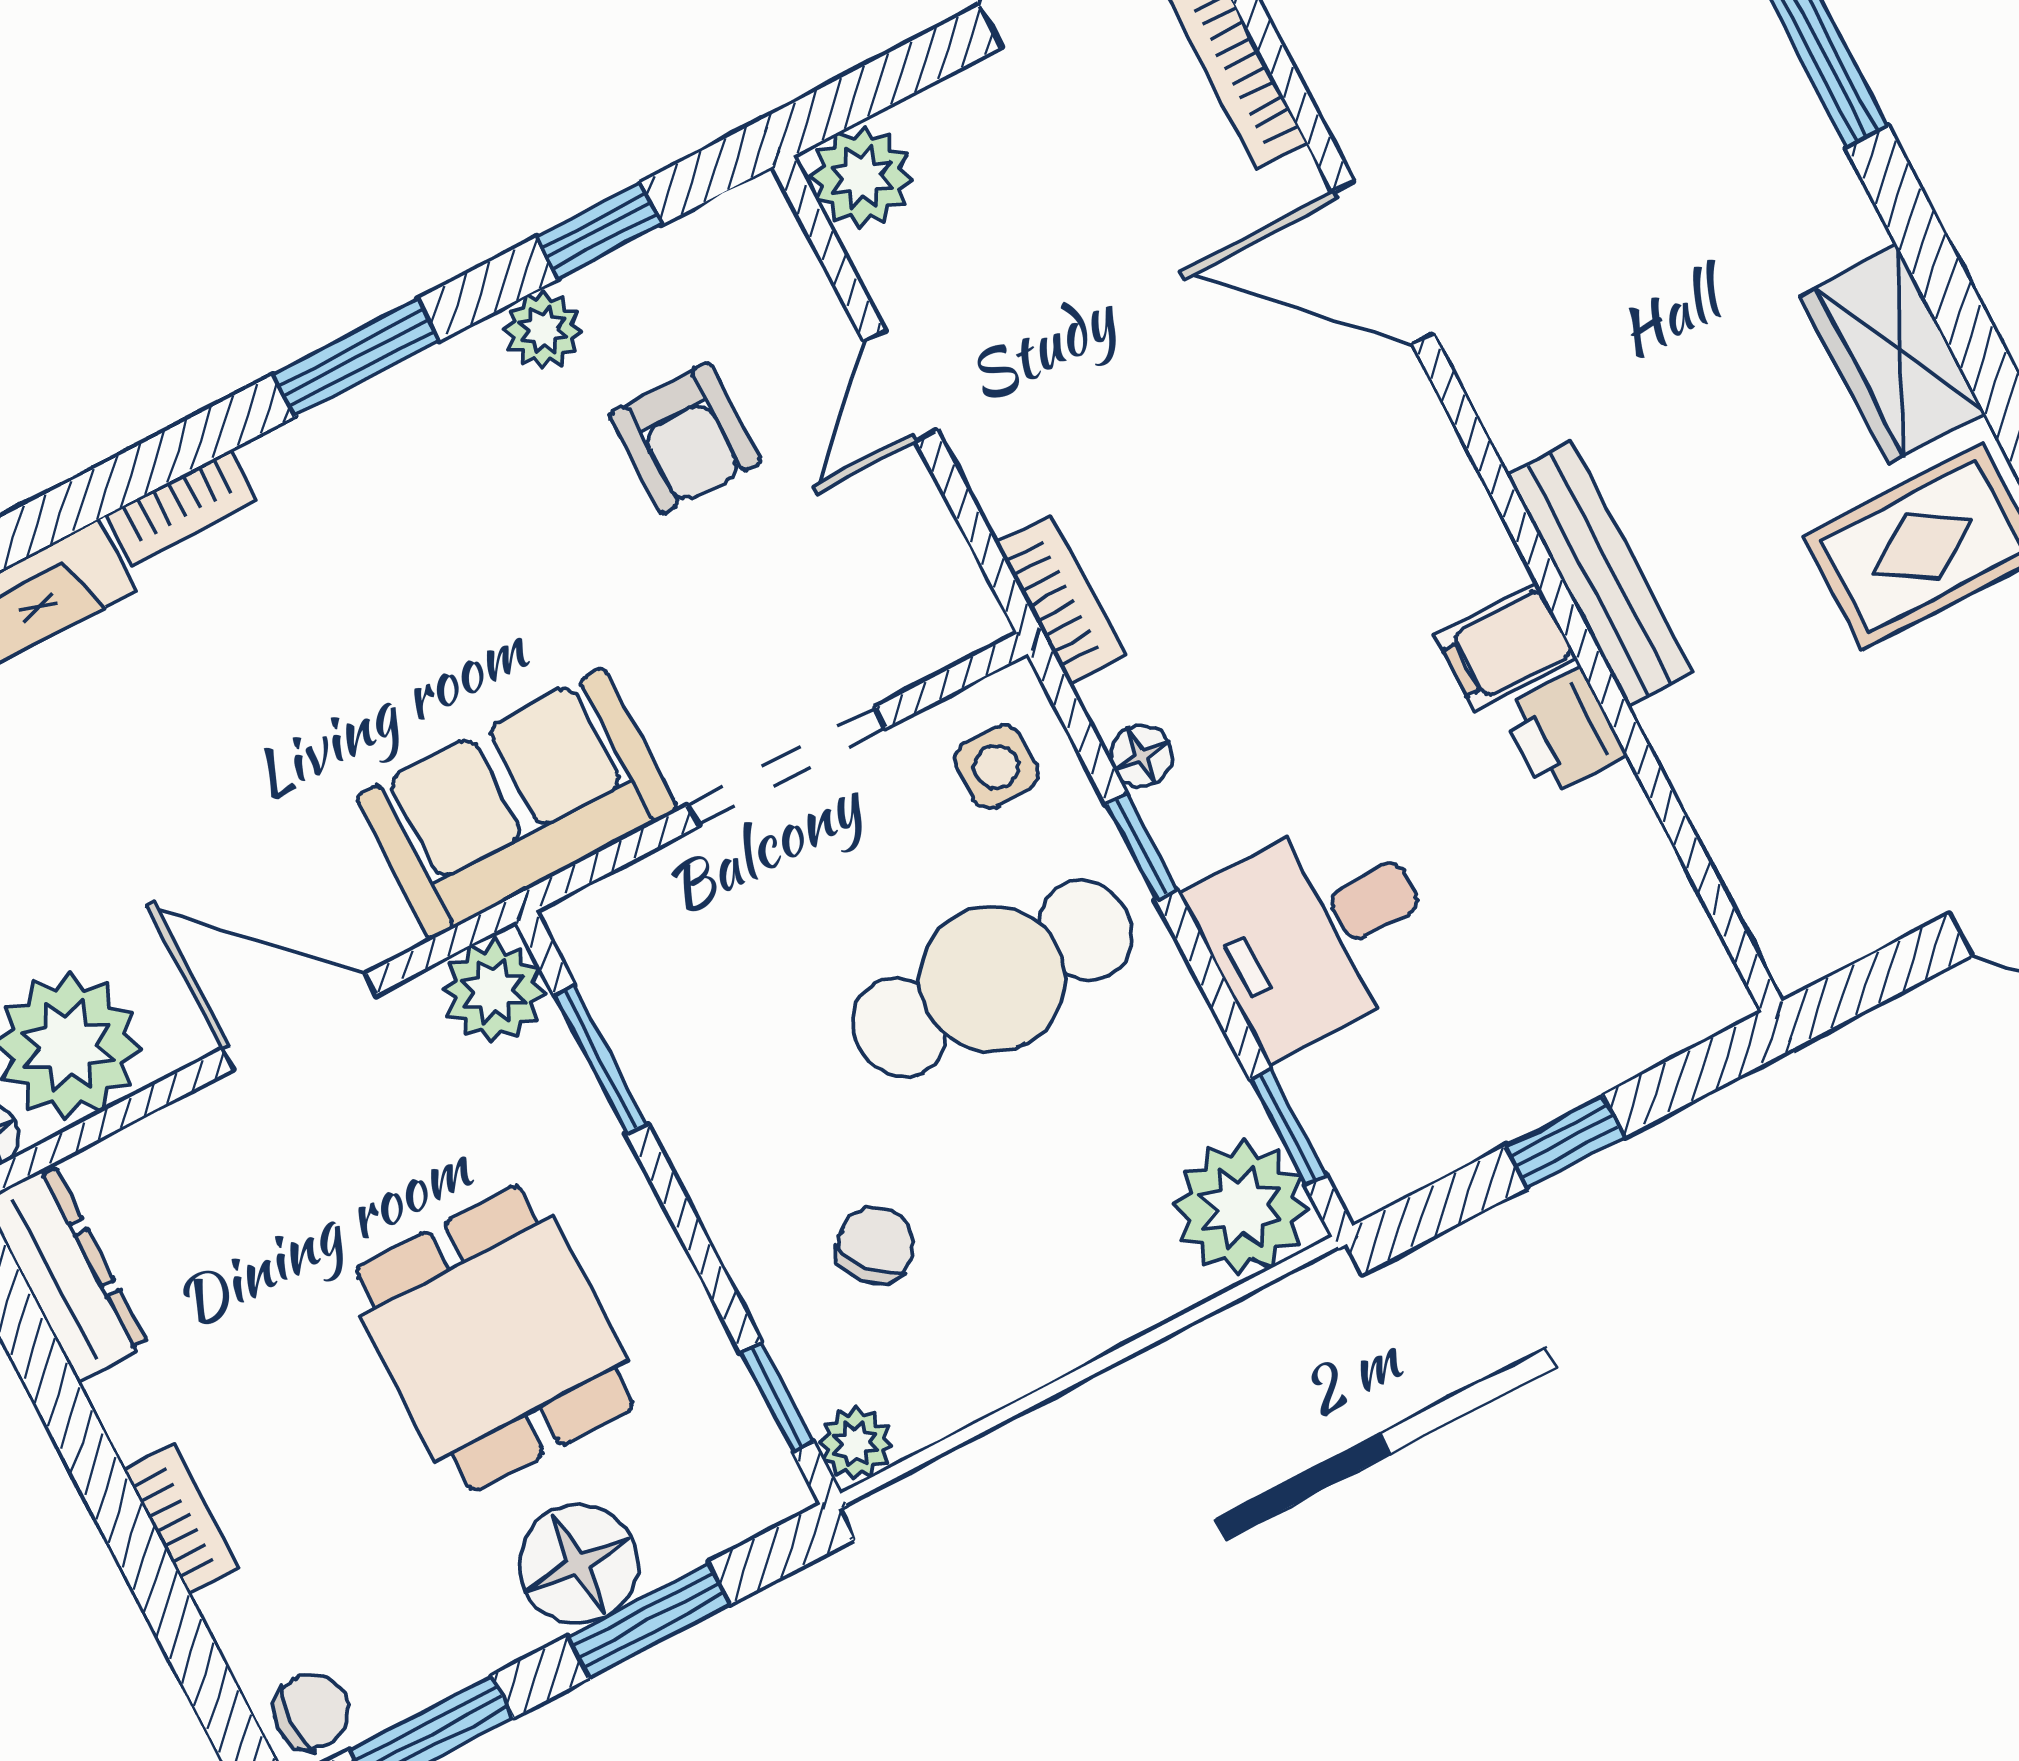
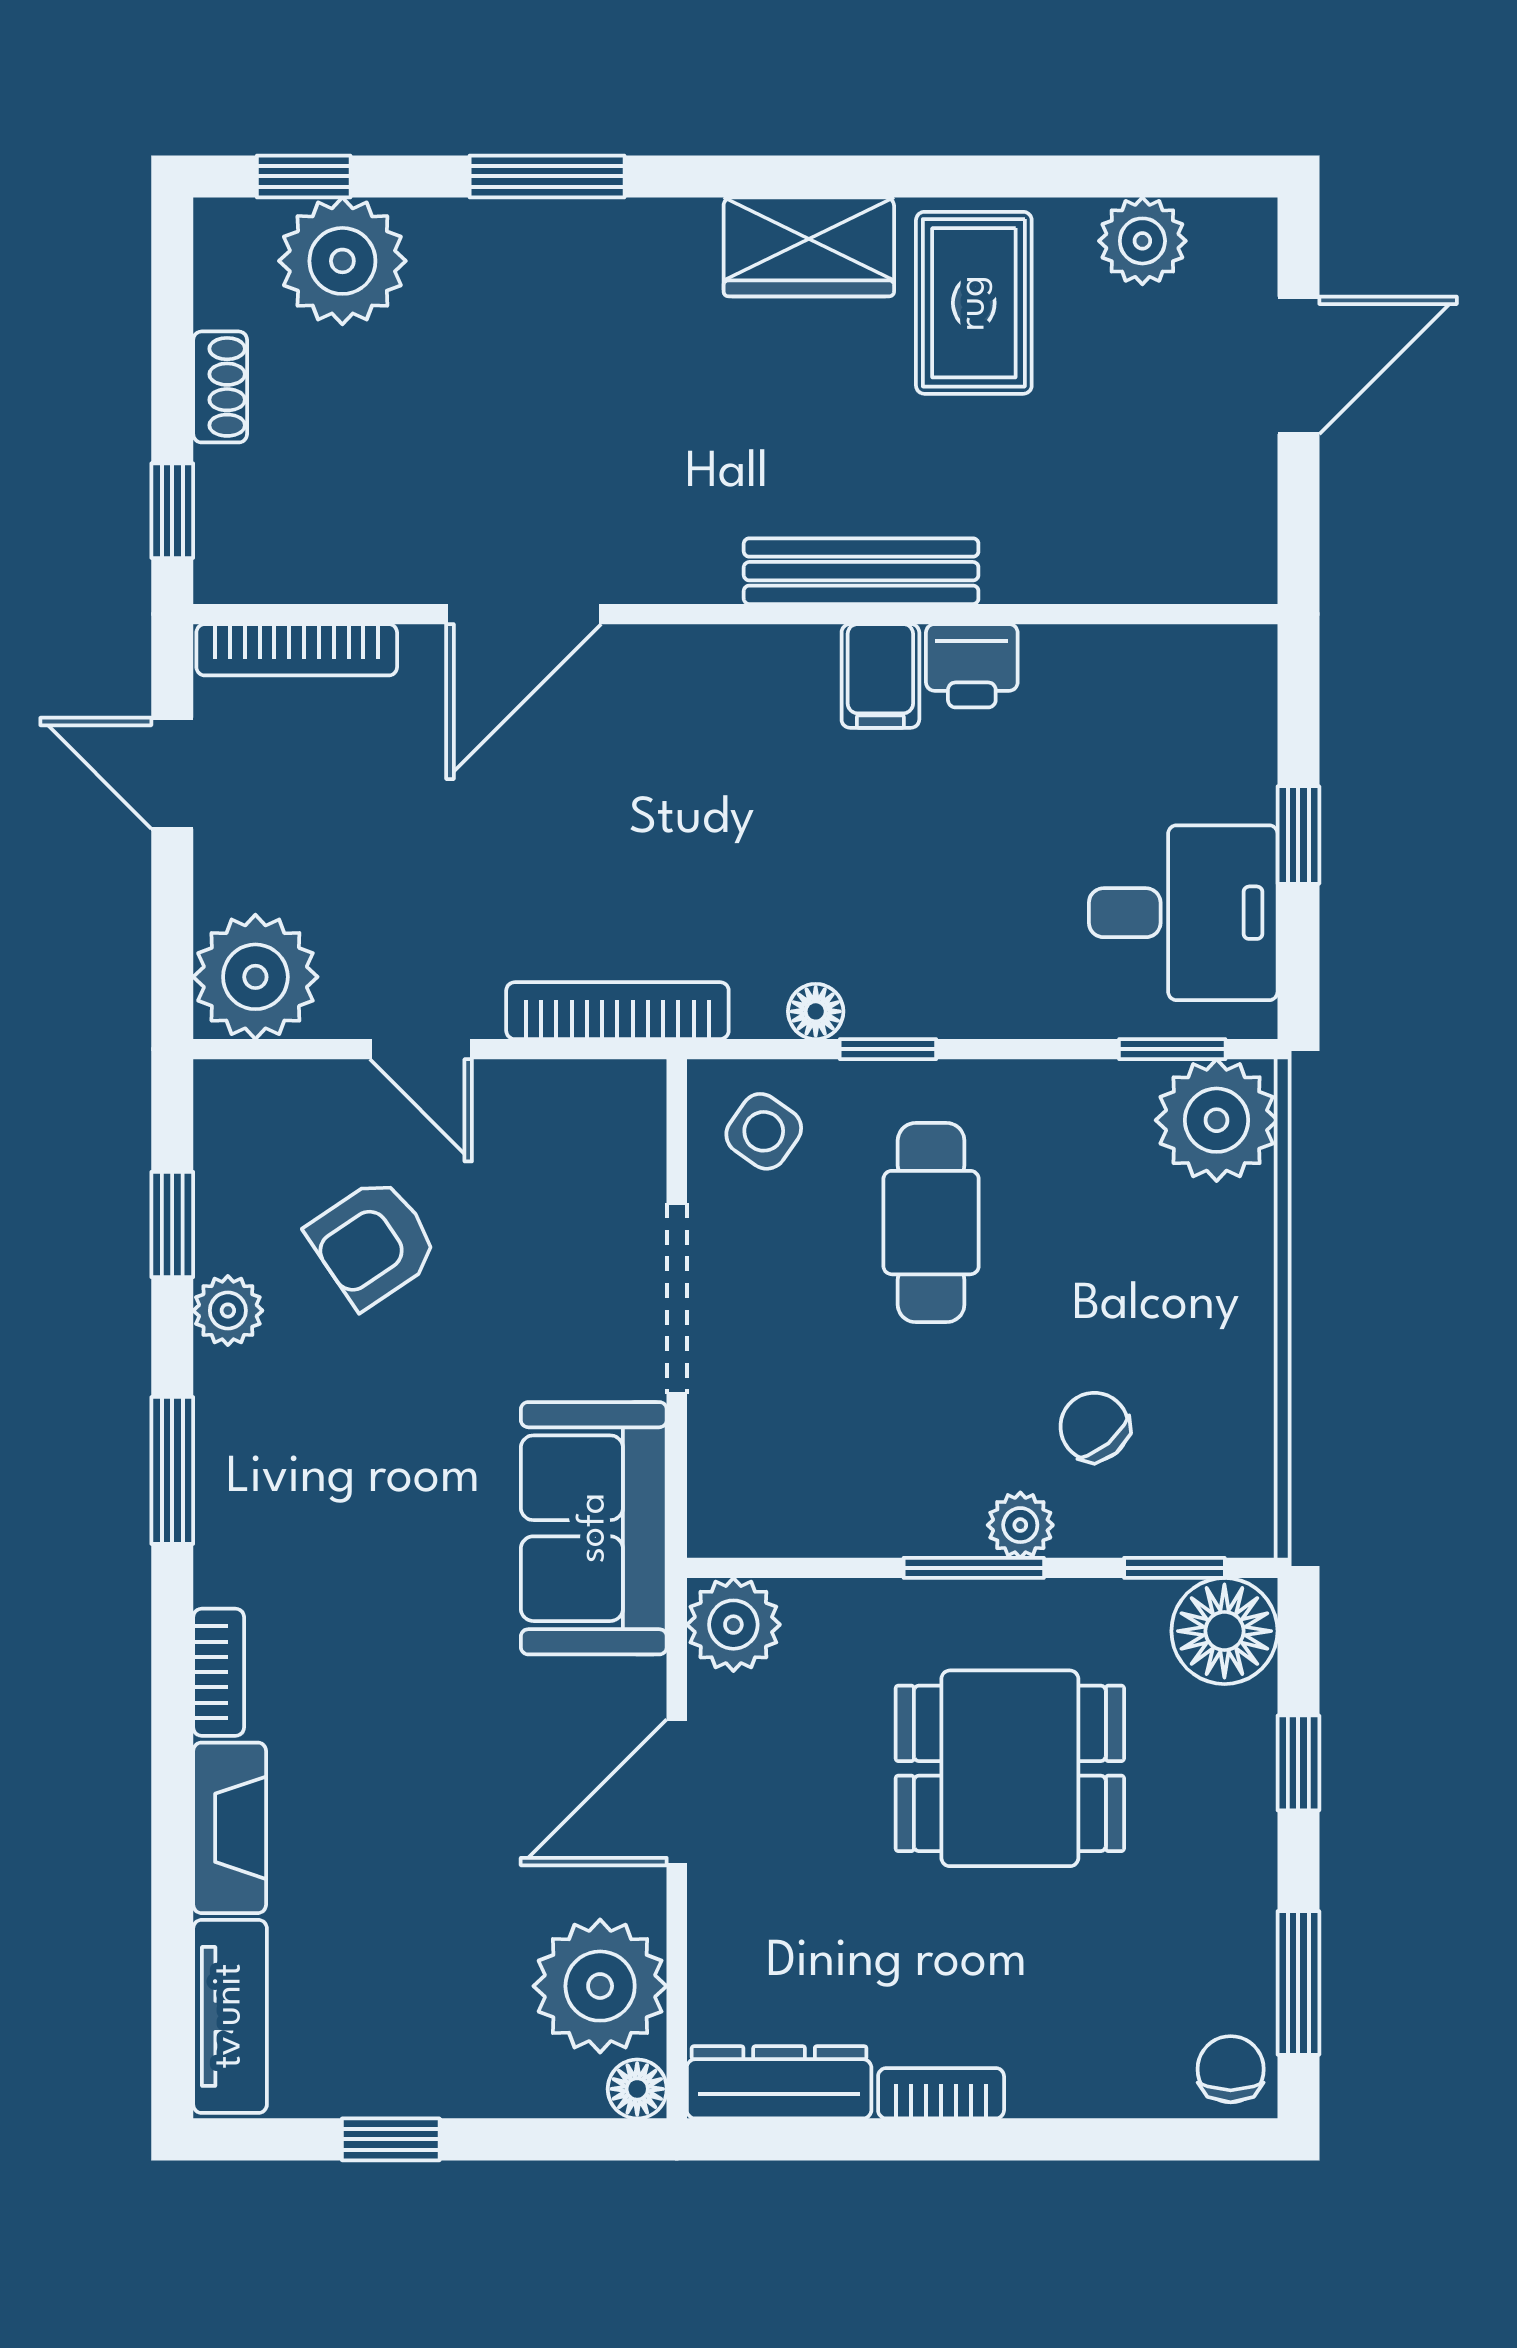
plant: (861, 177) -> (255, 977), width x1.36, depth x1.36
armchair: (685, 438) -> (373, 1243), turned 146
bookcase: (1061, 599) -> (617, 1011), width x1.56
side table: (996, 767) -> (764, 1131), turned 35
desk: (1317, 931) -> (1183, 913), moved, turned -90
cafe table: (993, 979) -> (931, 1223), width x0.73, depth x0.74
window: (601, 1060) -> (974, 1568), moved
plant: (855, 1444) -> (1020, 1525), moved
bookcase: (181, 1519) -> (941, 2093), moved
floor lamp: (578, 1564) -> (1224, 1631), moved
window: (649, 1620) -> (1298, 1763), width x0.67

